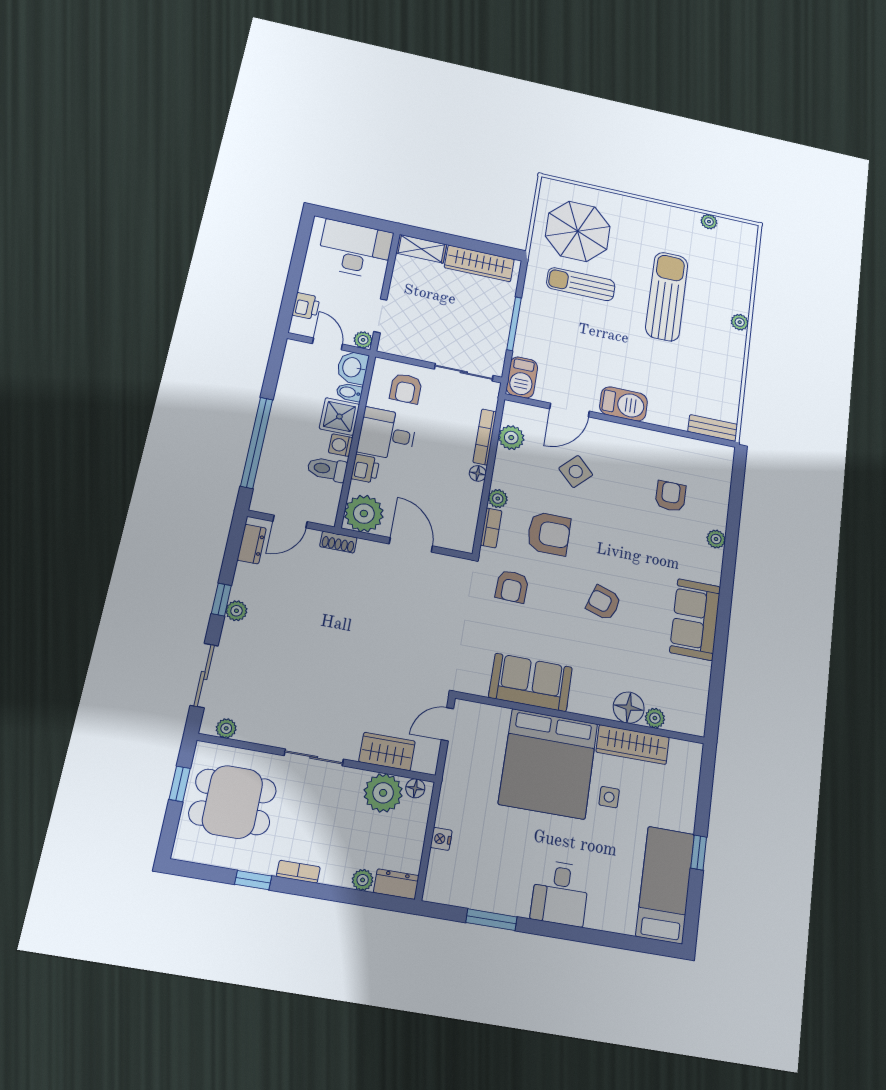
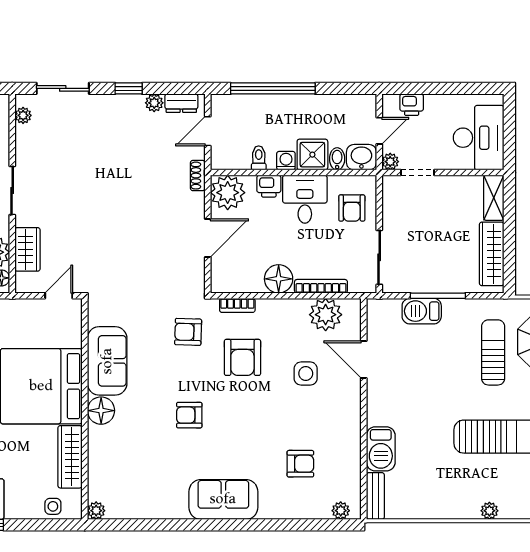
barbecue: (522, 377) -> (422, 311), moved
armchair: (406, 388) -> (352, 208), turned -90
barbecue: (623, 404) -> (381, 449), moved
plant: (511, 438) -> (326, 315), width x1.36, depth x1.36
toilet: (327, 469) -> (259, 158), width x0.73, depth x0.72
side table: (576, 472) -> (306, 374), turned 45
floor lamp: (478, 473) -> (279, 279), width x1.89, depth x1.89
plant: (498, 499) -> (266, 307), removed
door: (290, 521) -> (208, 131), hinge flipped
plant: (716, 539) -> (341, 511), moved
armchair: (604, 603) -> (189, 415), turned -108
plant: (236, 611) -> (154, 103), moved
sofa: (695, 619) -> (223, 499), moved
floor lamp: (629, 708) -> (101, 411), moved
plant: (655, 718) -> (96, 511), moved
door: (447, 724) -> (59, 296), hinge flipped
side table: (609, 797) -> (53, 506), moved

